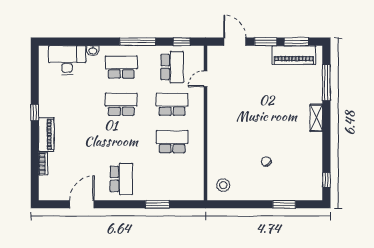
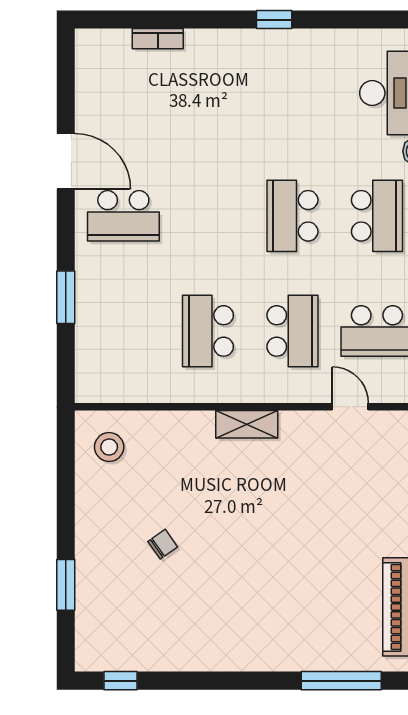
school desk: (121, 104) -> (292, 216), turned 180
shelving: (316, 118) -> (247, 424), moved
piano: (46, 134) -> (224, 46), removed
school desk: (172, 142) -> (208, 331), turned 180
door: (82, 204) -> (66, 161), moved

